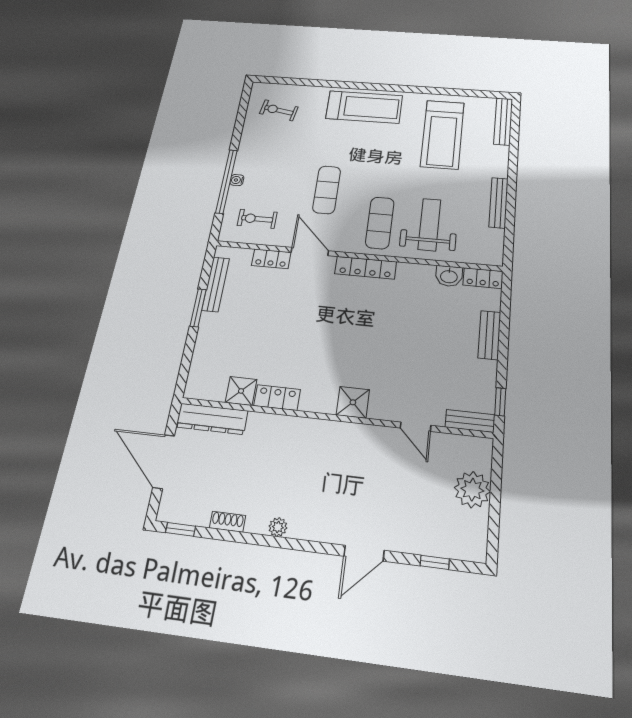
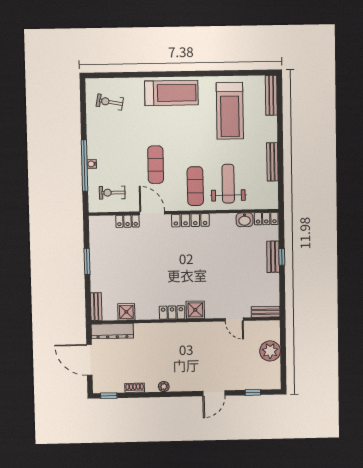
bench: (216, 284) -> (96, 307), moved, width x0.73
locker: (277, 398) -> (172, 312), moved
window: (500, 402) -> (282, 257), moved

